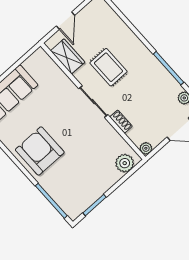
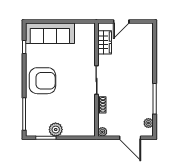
rug: (108, 67) -> (122, 69), removed
armchair: (40, 151) -> (42, 81), turned 90
plant: (125, 163) -> (56, 130), moved

